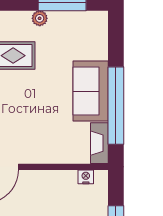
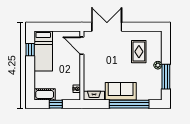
window: (116, 106) -> (129, 104), moved

